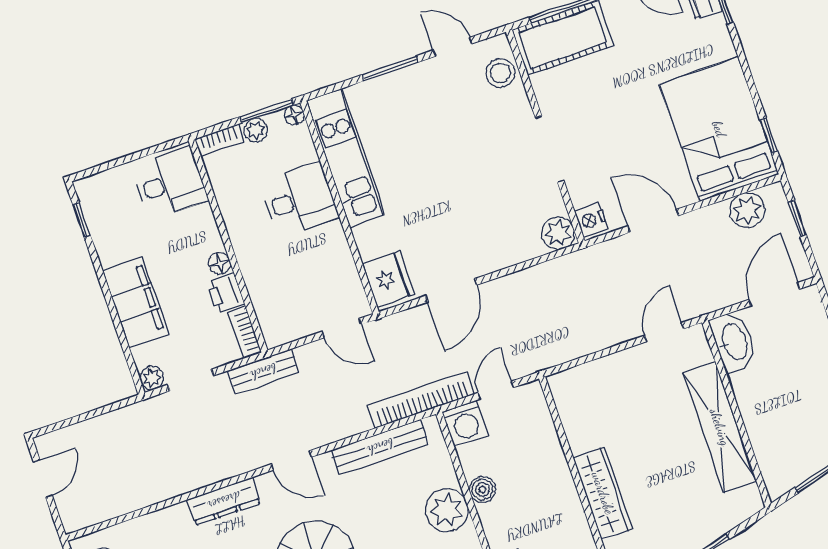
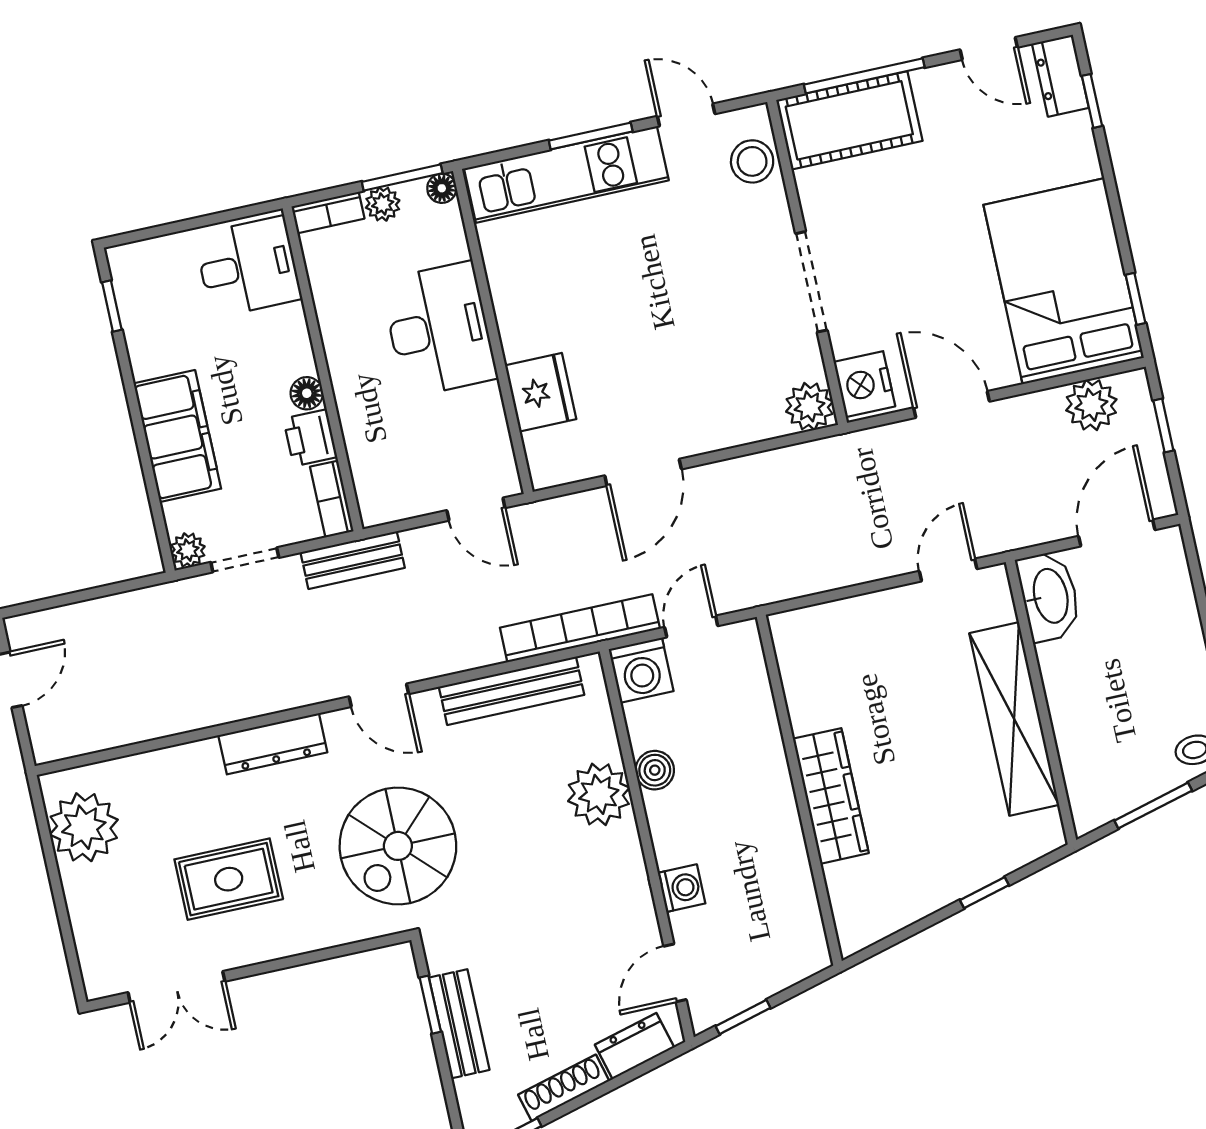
kitchen unit: (345, 158) -> (566, 174), moved, turned 90
desk: (299, 200) -> (439, 329), width x1.37
nightstand: (591, 220) -> (864, 384), width x1.36, depth x1.33
fridge: (388, 279) -> (541, 392), moved

